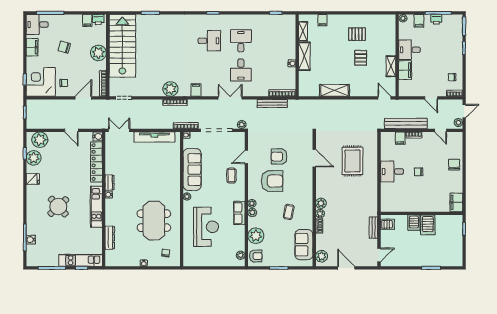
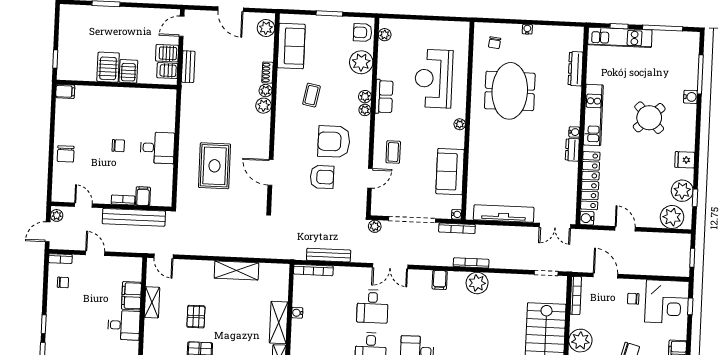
desk: (241, 70) -> (373, 306), turned 180
door: (83, 98) -> (605, 276), swing flipped
sofa: (192, 170) -> (450, 172), width x0.73
filing cabinet: (456, 202) -> (65, 91), width x0.50
server rack: (388, 236) -> (167, 53), added
water cooler: (31, 240) -> (690, 97), moved

